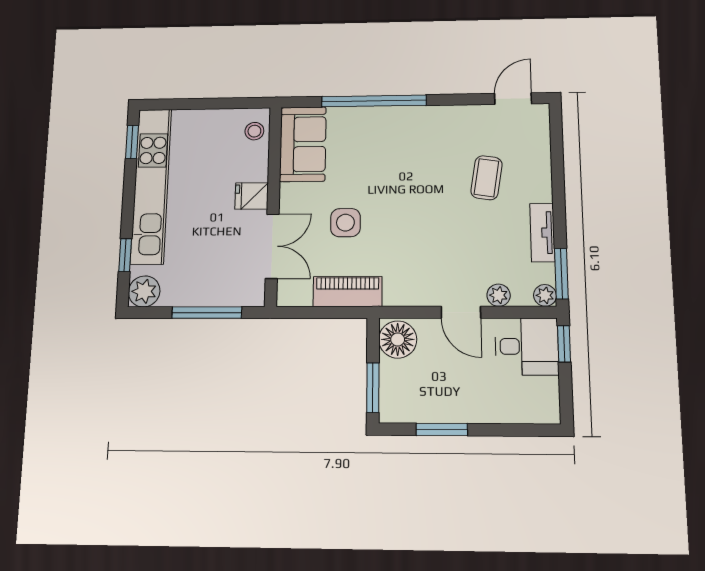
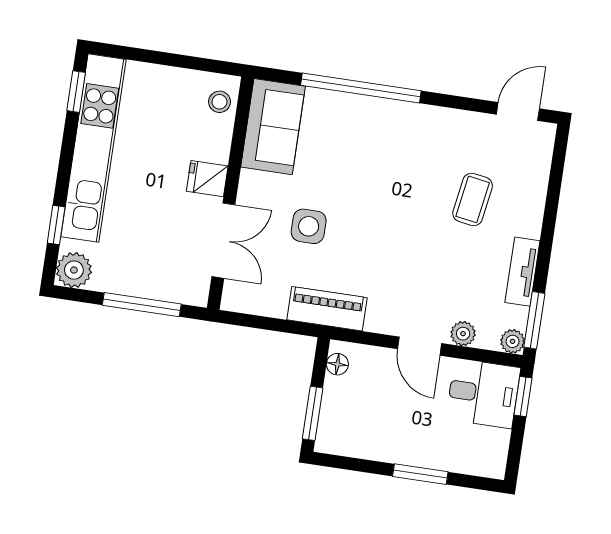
piano: (348, 292) -> (327, 309), moved
floor lamp: (398, 339) -> (337, 364), width x0.53, depth x0.53
window: (442, 429) -> (420, 474), moved

